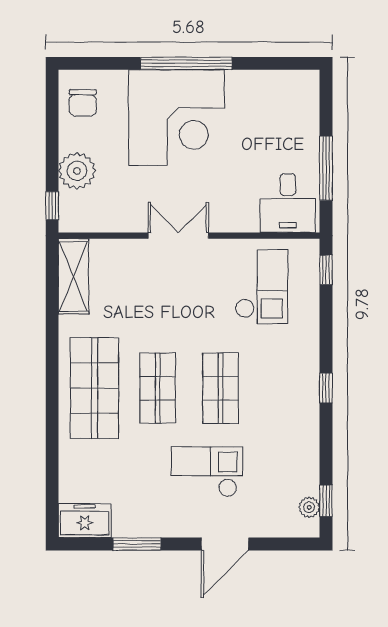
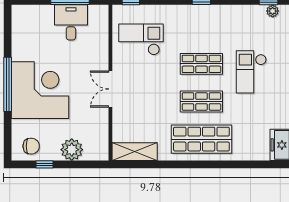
desk: (288, 203) -> (71, 22), moved, turned -90
window: (52, 206) -> (44, 164), moved

